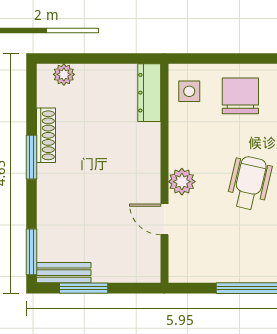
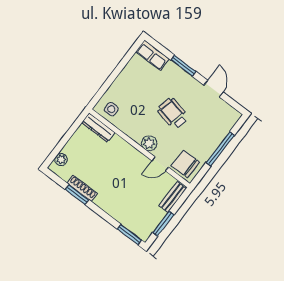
chair: (240, 96) -> (185, 164), moved
window: (32, 157) -> (77, 195), moved
bench: (64, 273) -> (173, 197), moved

